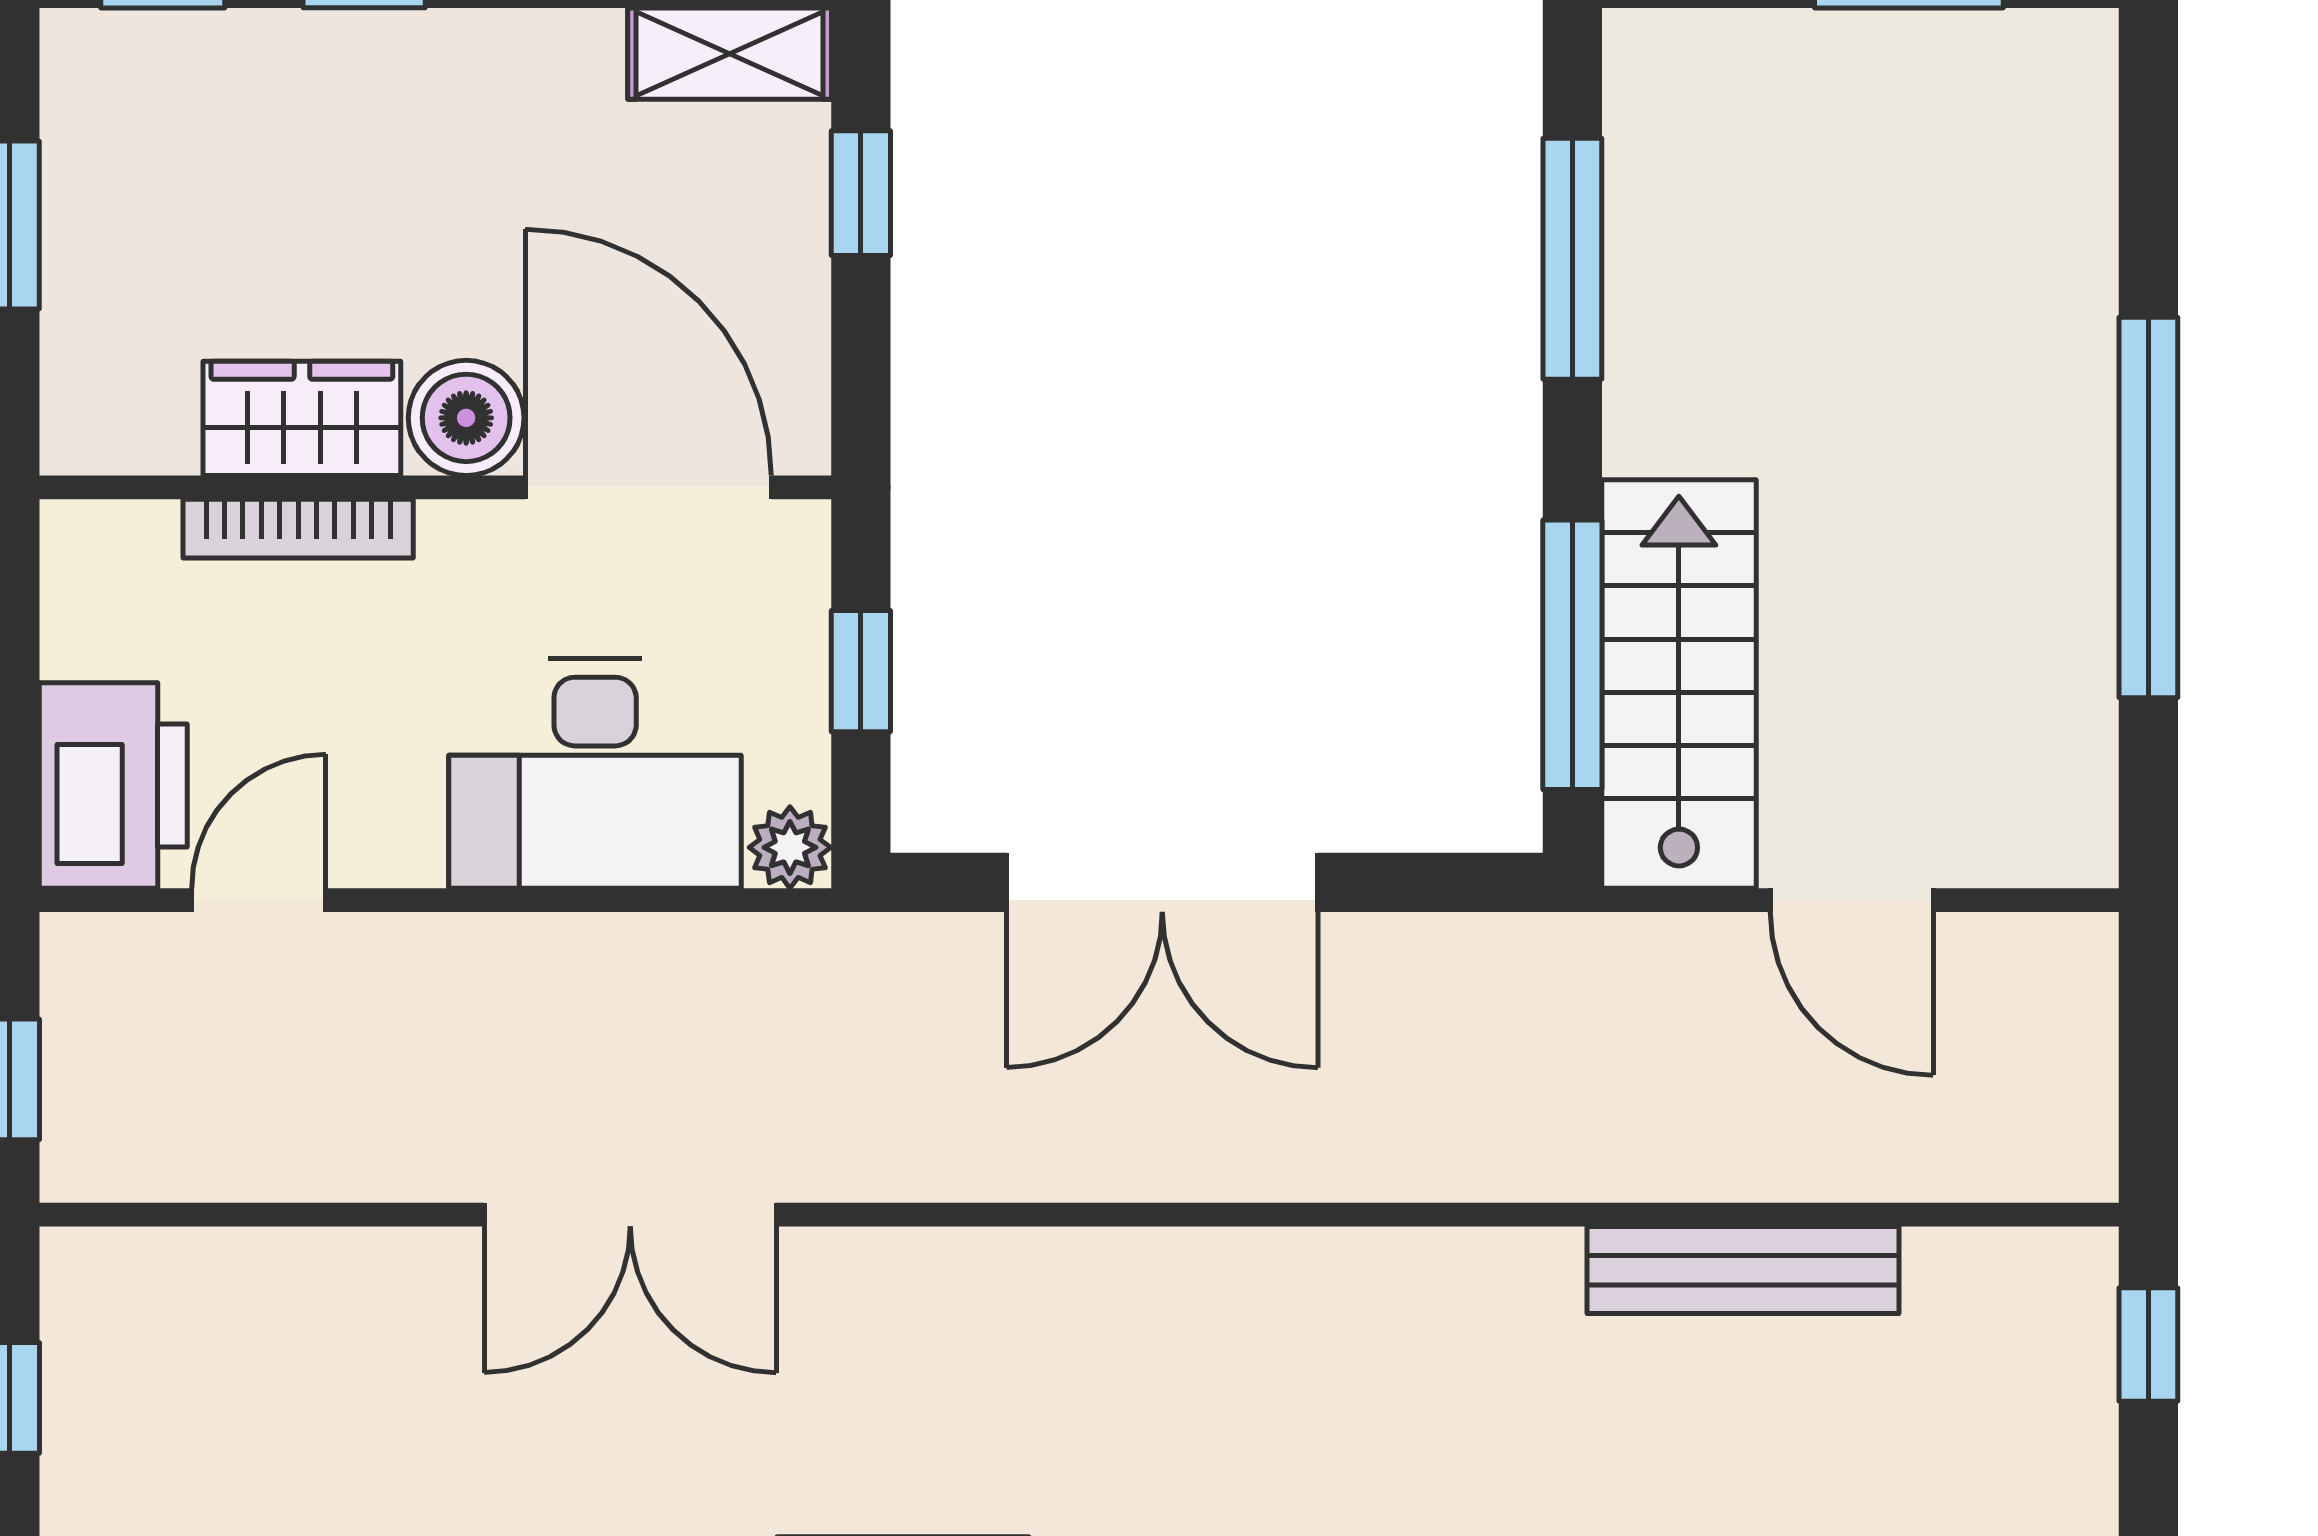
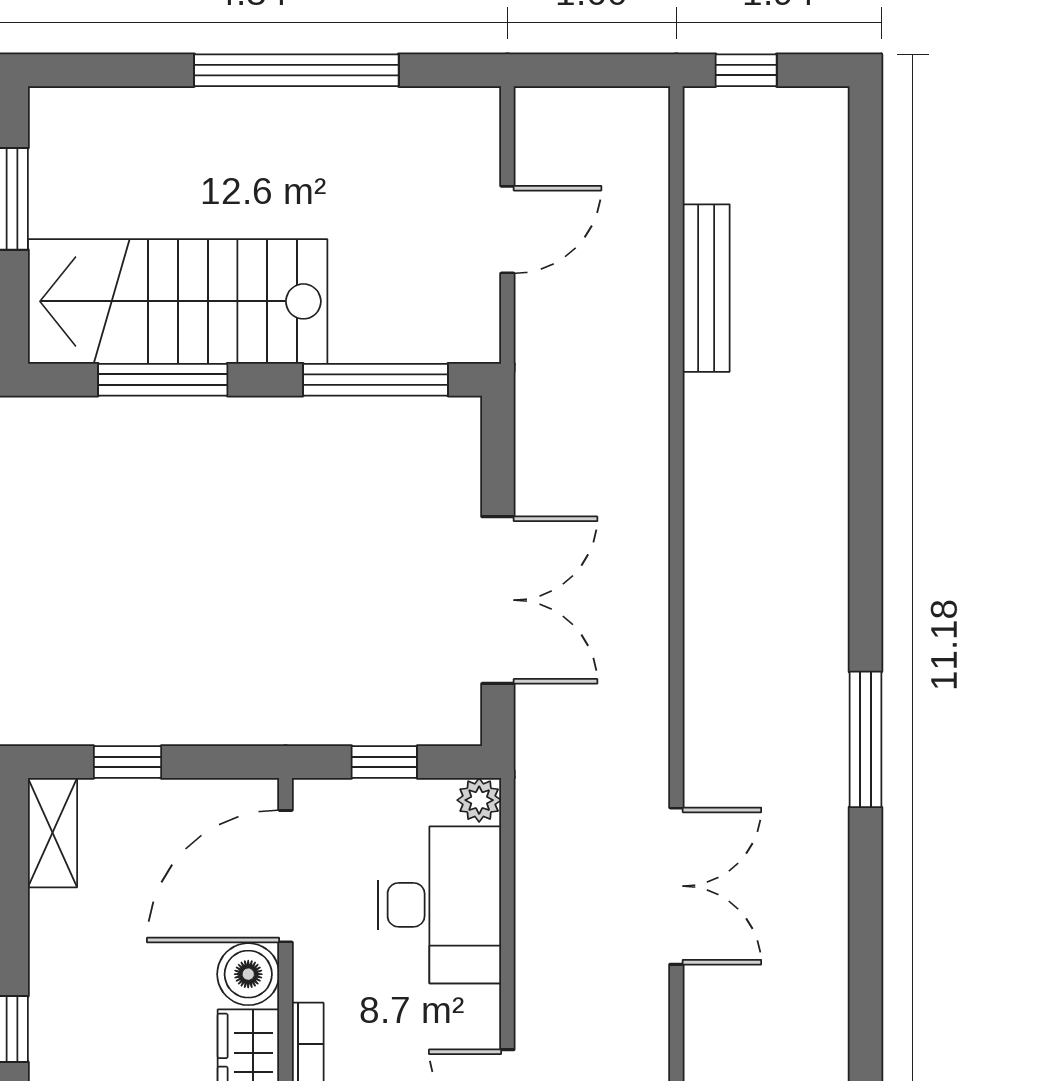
stairs: (1679, 684) -> (178, 301), moved, width x1.36, depth x1.51

